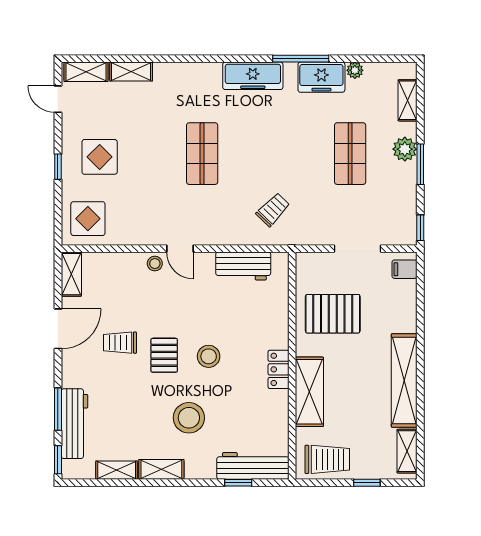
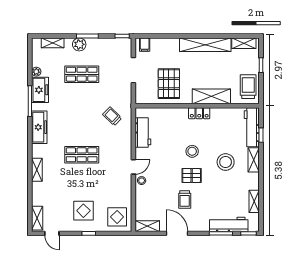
shelving: (131, 72) -> (37, 170), moved
door: (58, 99) -> (52, 233), hinge flipped
shelving: (161, 469) -> (254, 160), moved

